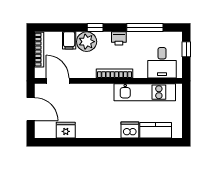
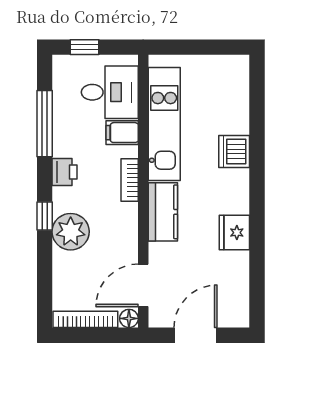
filing cabinet: (69, 40) -> (122, 133), moved, turned 180
floor lamp: (40, 73) -> (129, 318), added
bookcase: (115, 73) -> (130, 180), width x0.64
fridge: (66, 130) -> (234, 233), moved
kitchen counter: (156, 130) -> (163, 212), moved, turned 180

